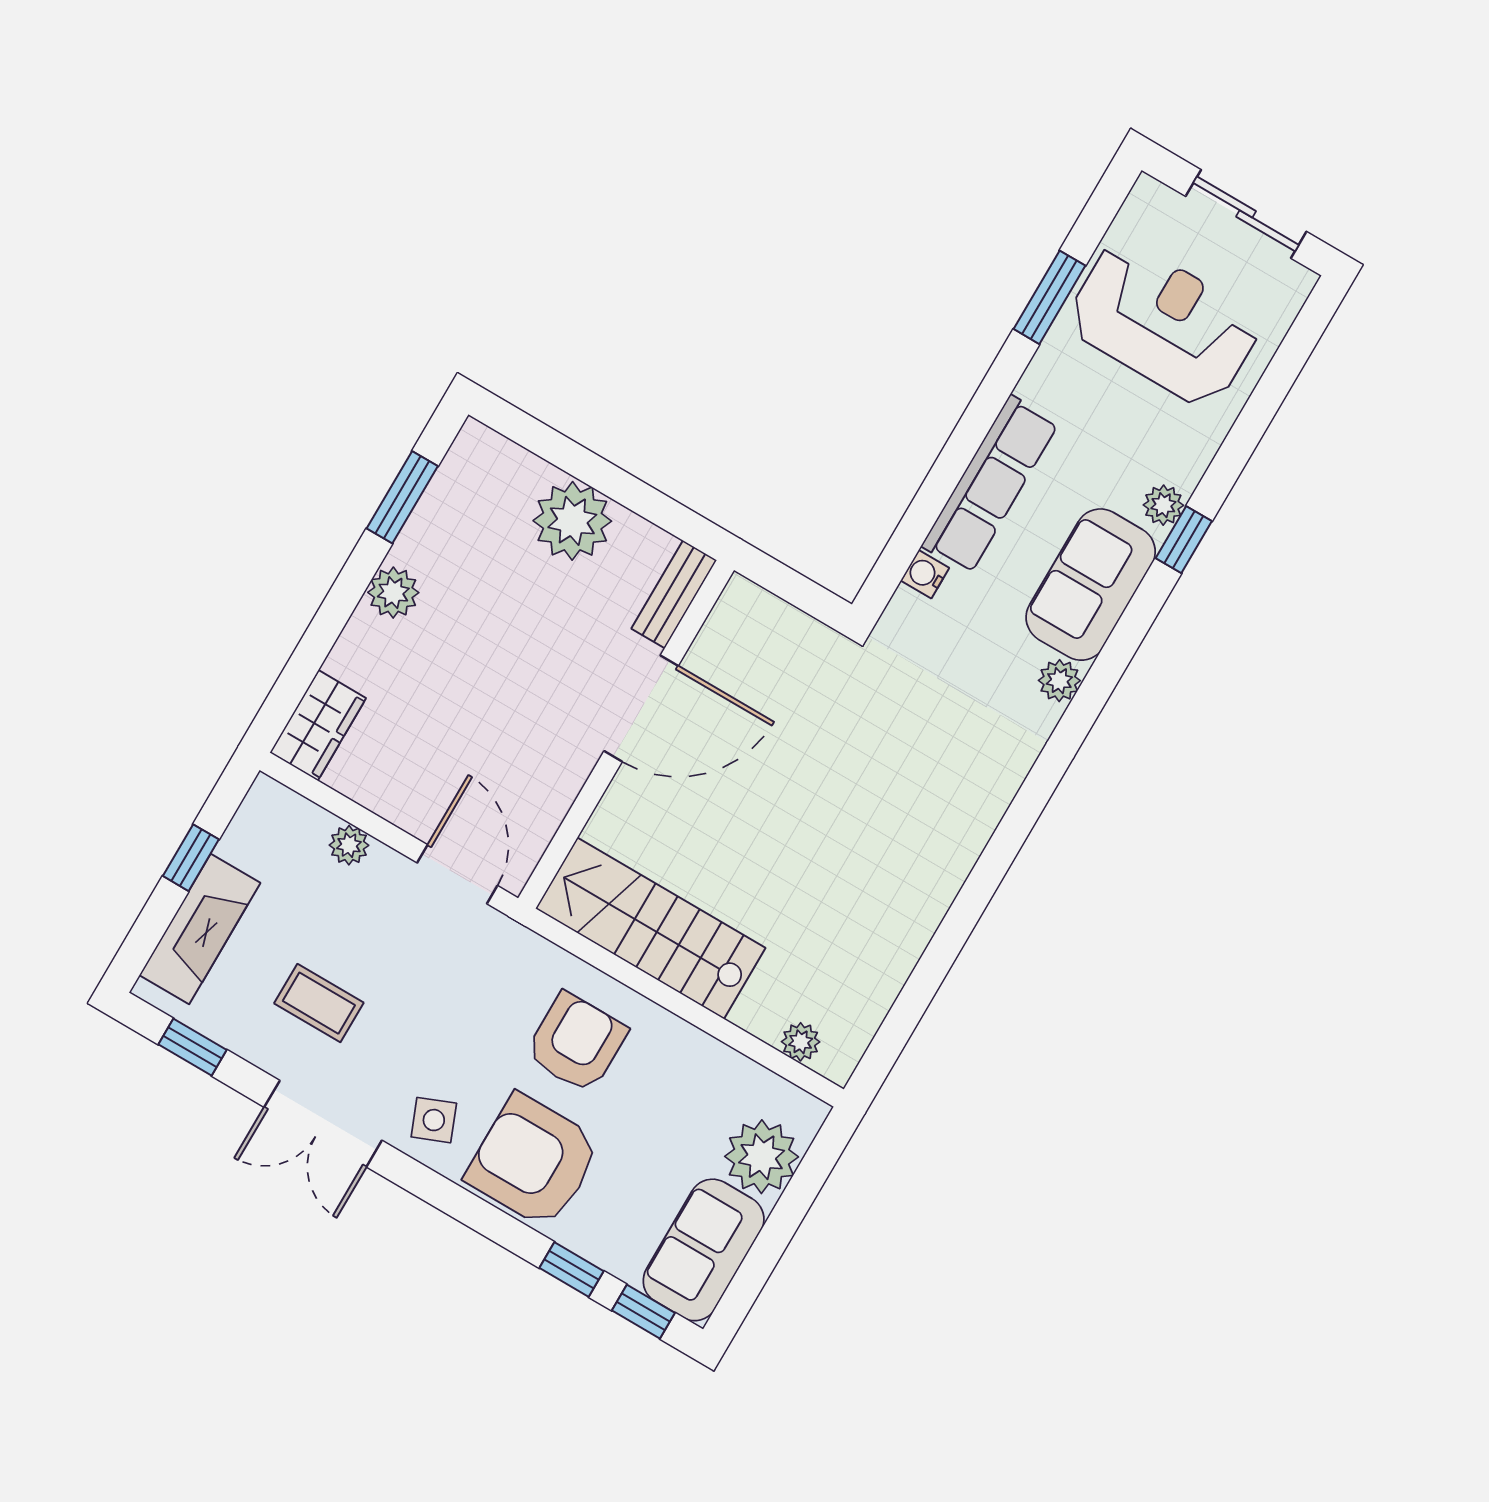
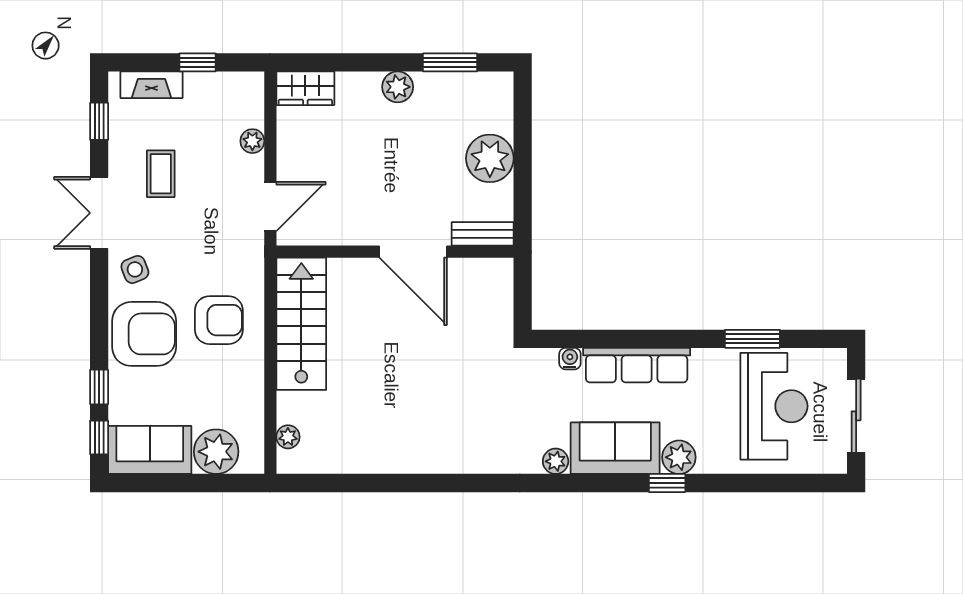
plant: (1163, 505) -> (679, 457), width x1.38, depth x1.38
fireplace: (200, 929) -> (152, 85), width x0.73, depth x0.76
armchair: (533, 1161) -> (144, 334), turned 90

